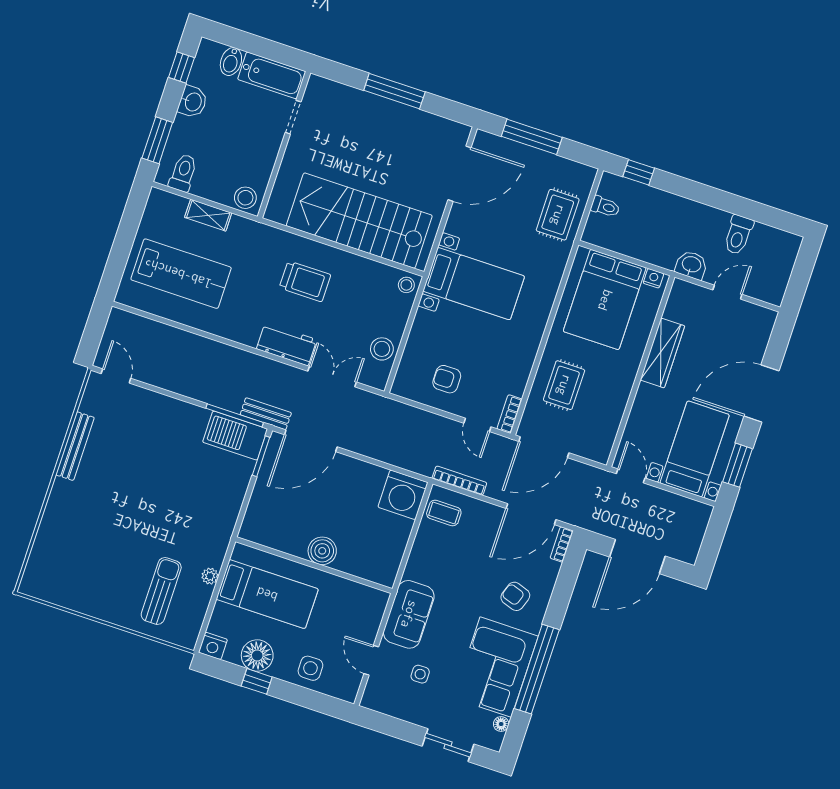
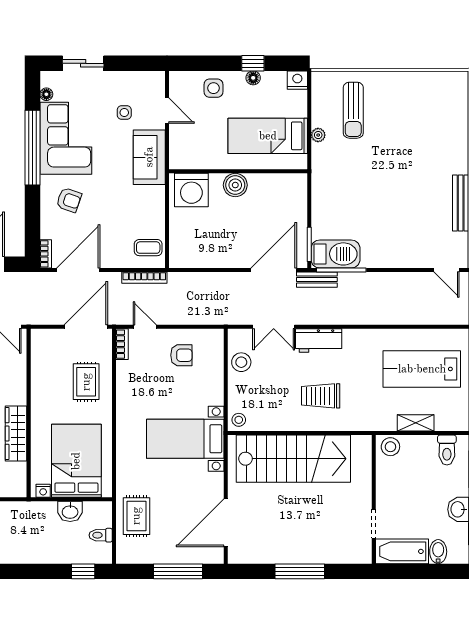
washbasin: (691, 265) -> (70, 511), moved
washing machine: (403, 495) -> (191, 190), moved, turned 180
floor lamp: (257, 655) -> (253, 78), width x0.53, depth x0.53

